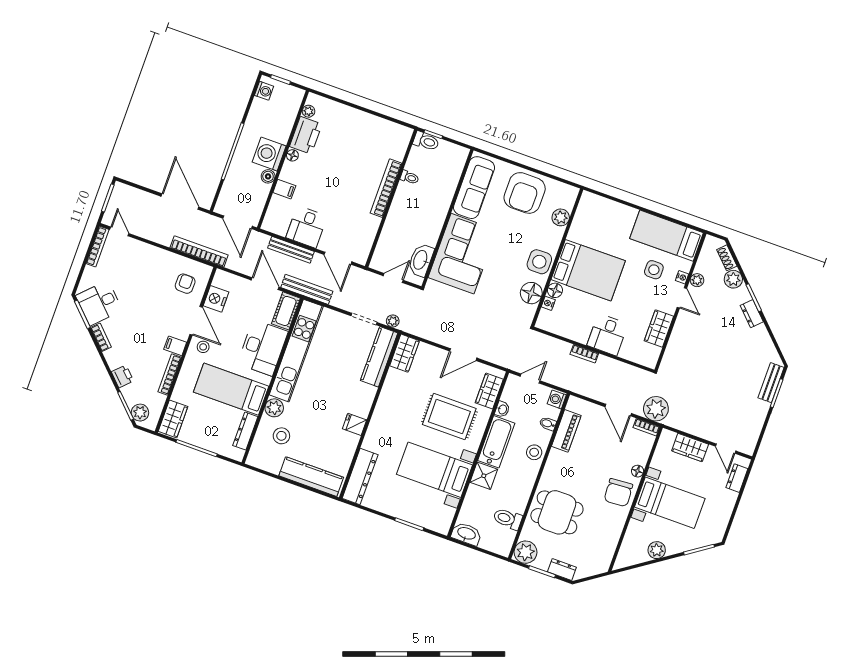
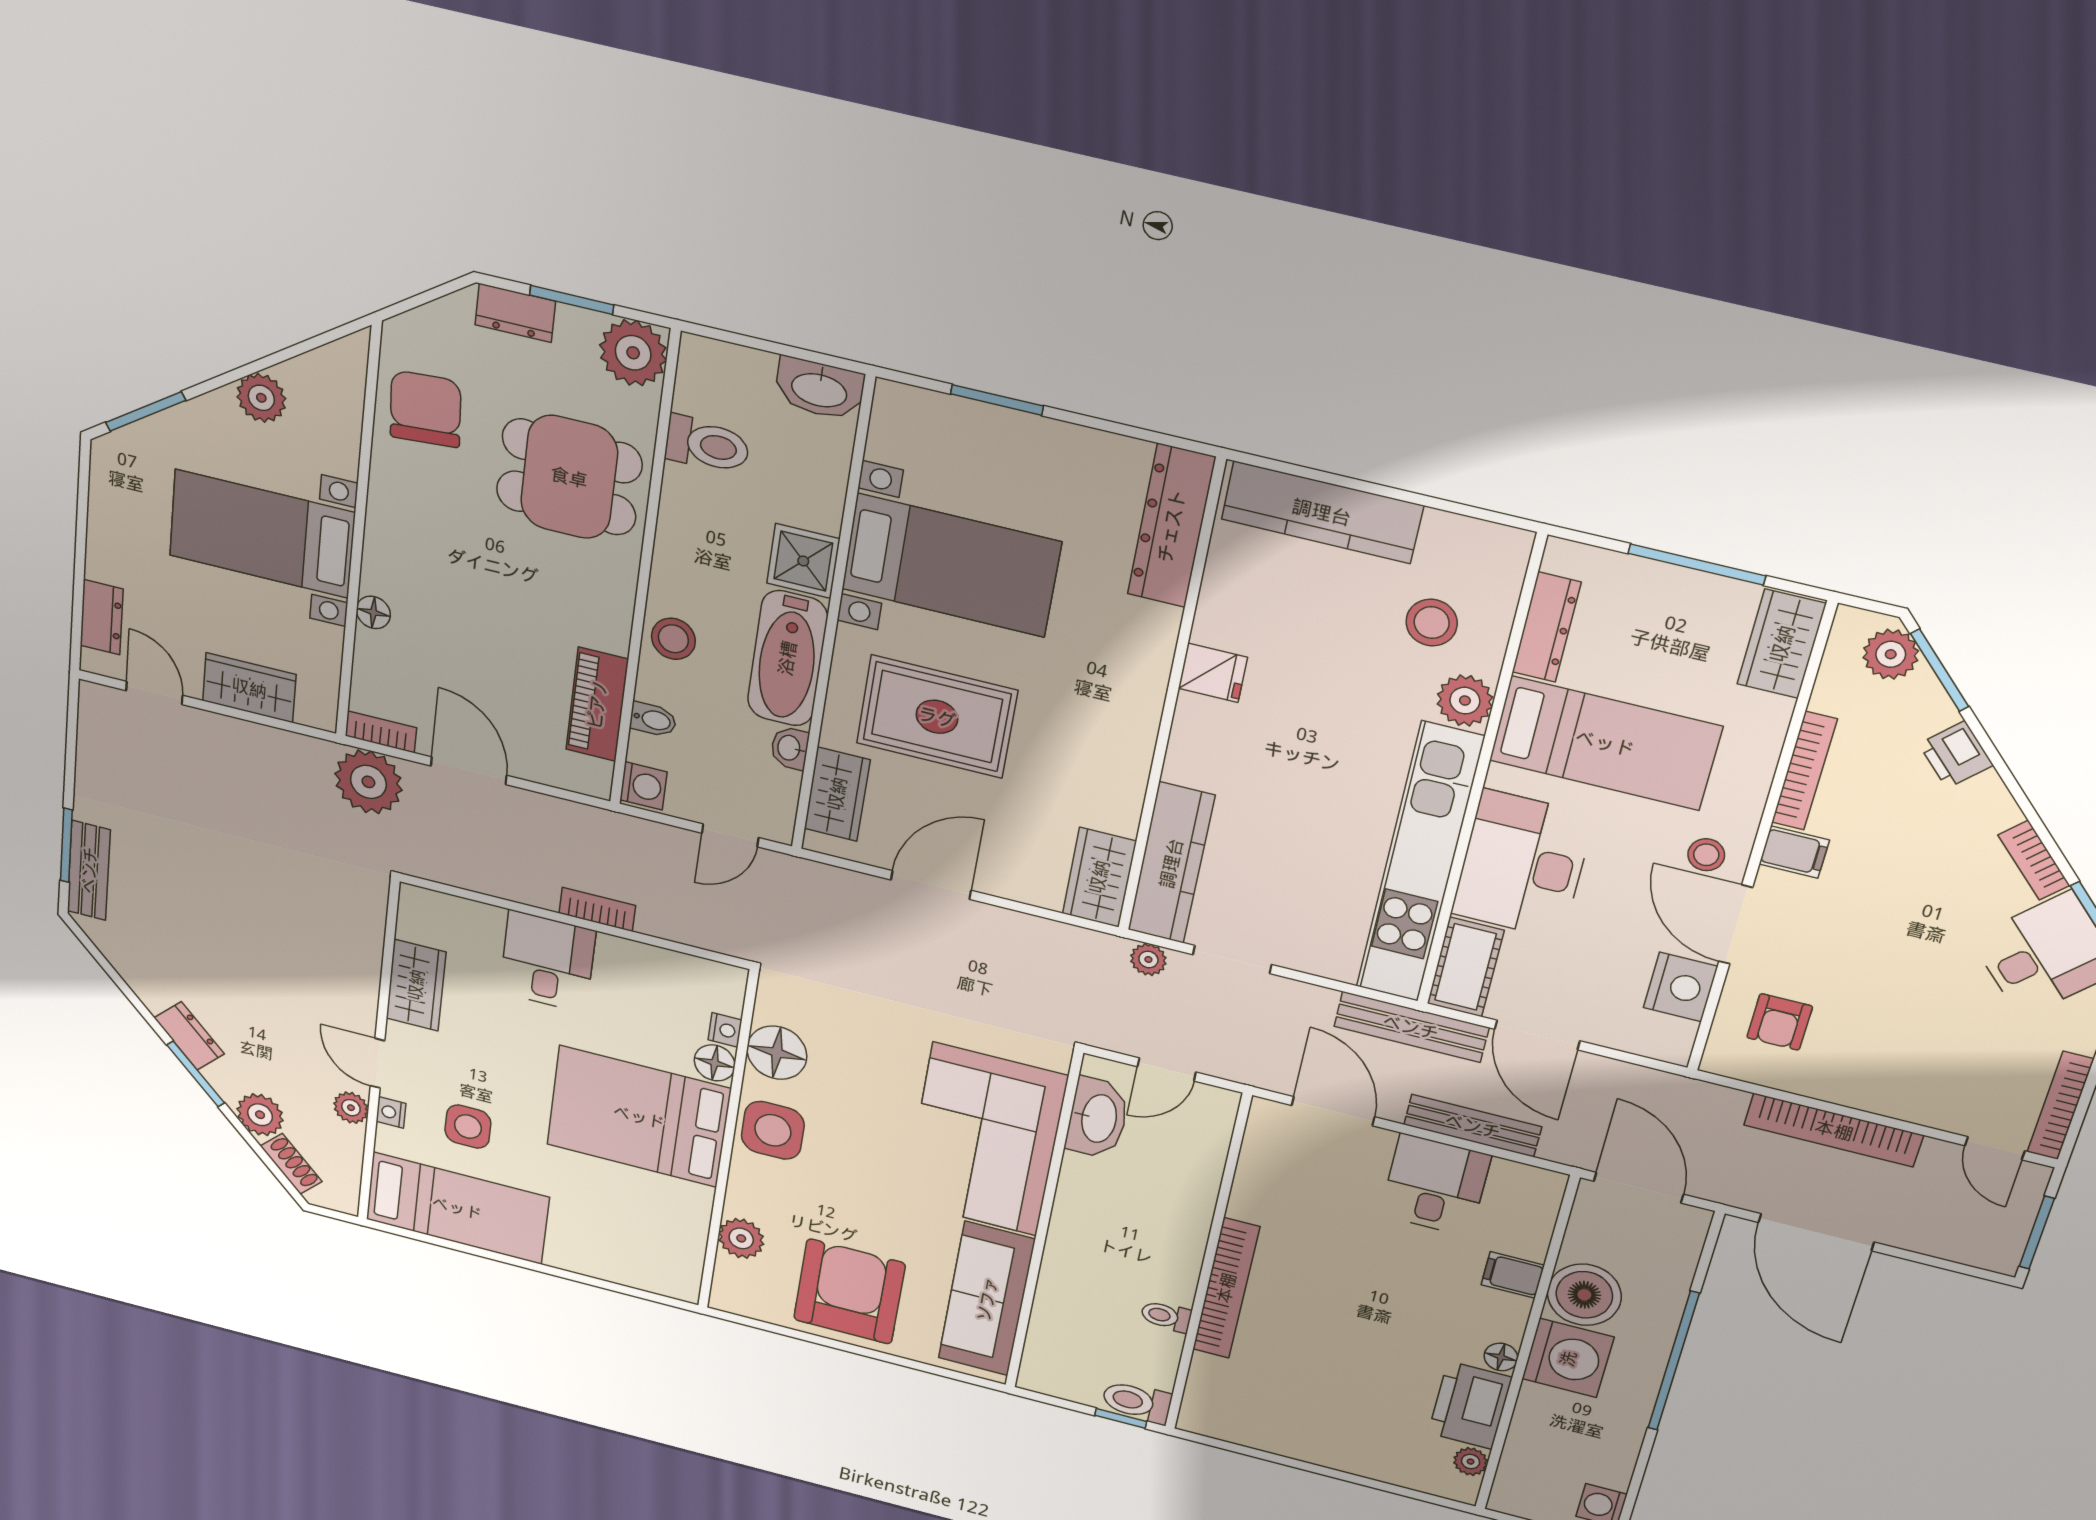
boiler: (268, 176) -> (1584, 1295), width x1.86, depth x1.86
bookcase: (199, 251) -> (1834, 1130), moved
chair: (618, 493) -> (425, 409), moved

